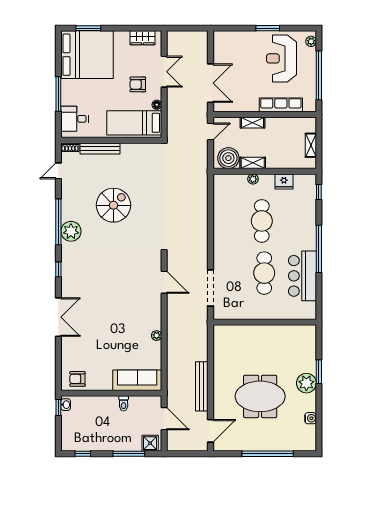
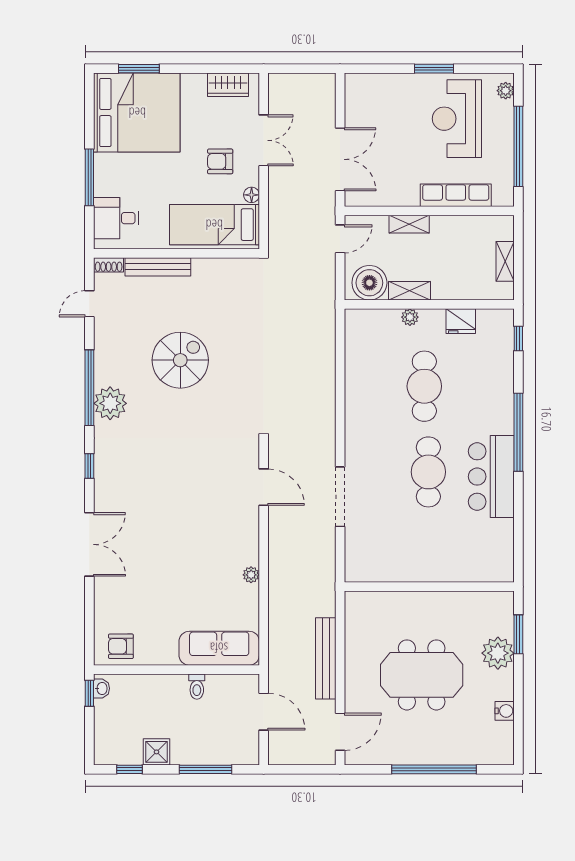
wall: (265, 322) -> (429, 587), moved
shower: (150, 443) -> (156, 752), moved

